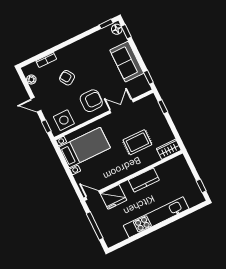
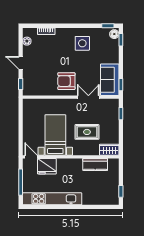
sofa: (127, 62) -> (110, 80), moved
armchair: (67, 78) -> (56, 53), removed
armchair: (91, 101) -> (66, 81), turned 180
side table: (64, 120) -> (82, 43), moved
bed with nightstands: (85, 148) -> (55, 135), moved, turned -90
kitchen counter: (144, 180) -> (95, 164), moved
kitchen unit: (156, 217) -> (52, 199), moved

